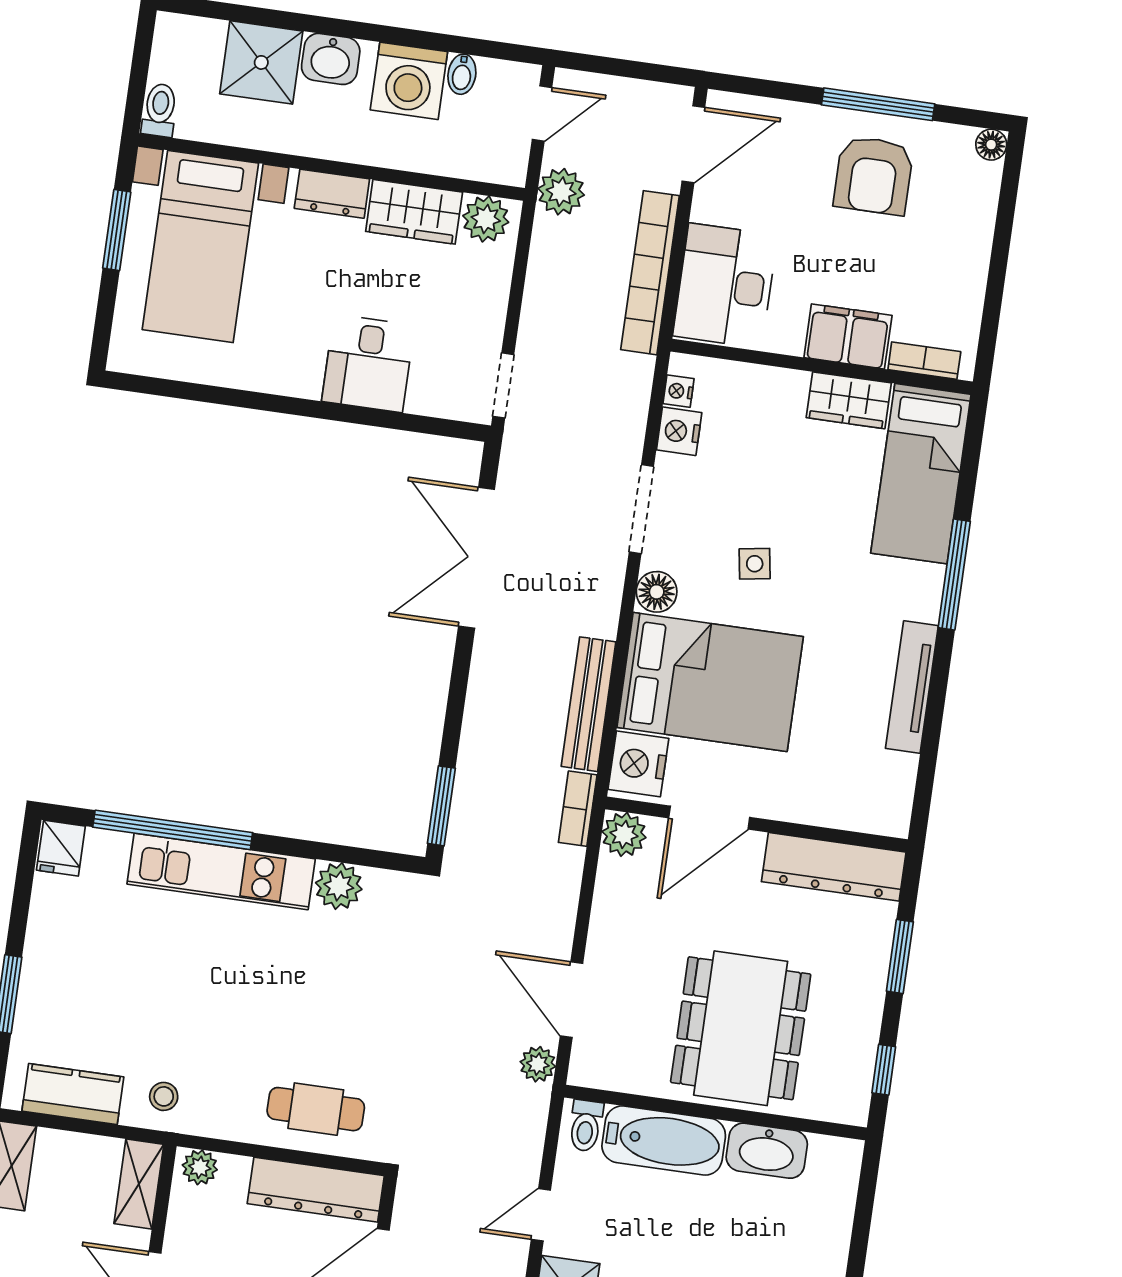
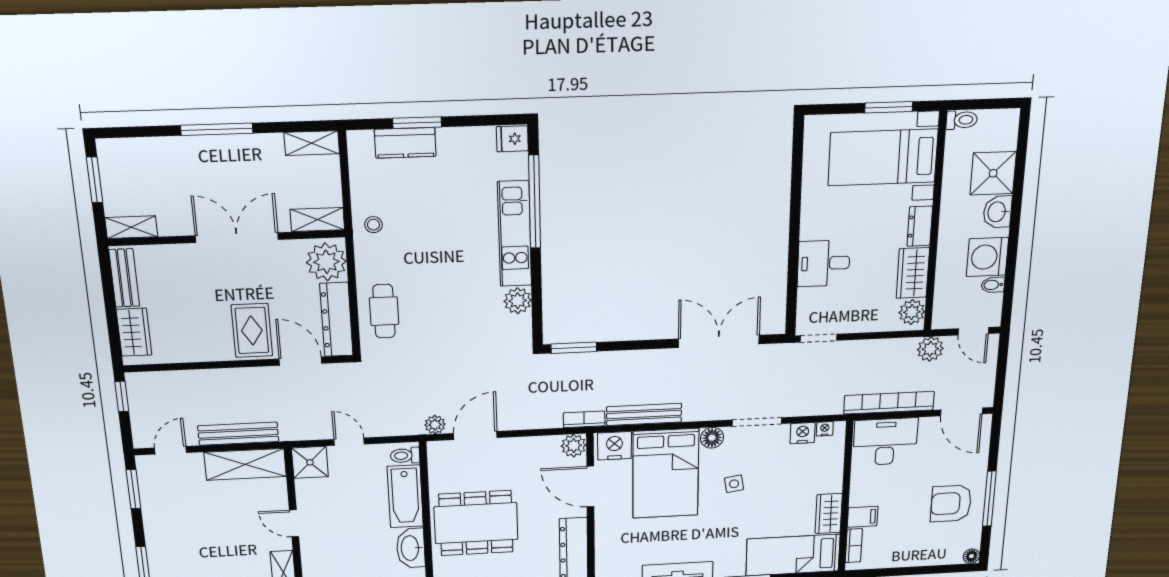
filing cabinet: (848, 336) -> (863, 517), width x0.50
kitchen counter: (73, 1094) -> (405, 143), moved, turned 90
plant: (200, 1167) -> (326, 262), width x1.88, depth x1.88

